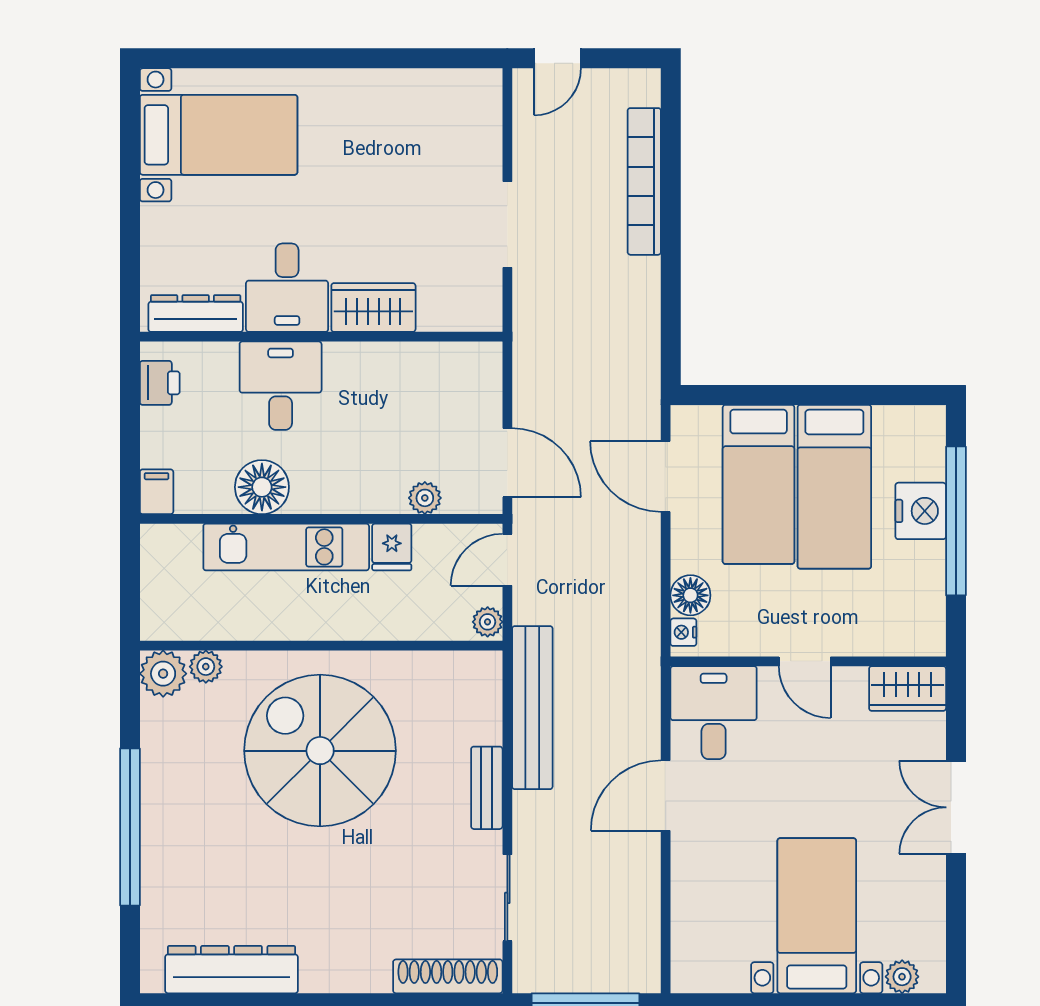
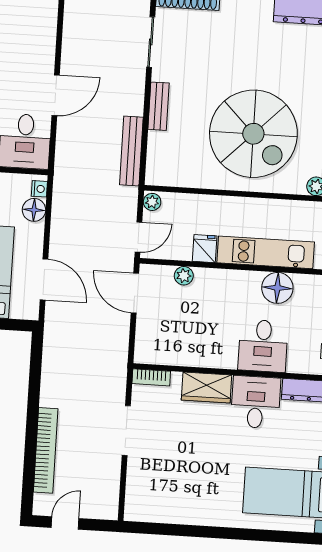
door: (557, 58) -> (65, 523), moved
bookcase: (470, 319) -> (151, 377), added
bench: (532, 708) -> (131, 151), width x0.73, depth x0.82

